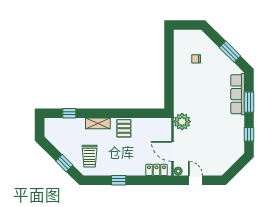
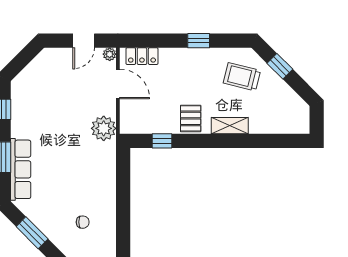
window: (69, 113) -> (162, 141), moved
trolley: (90, 156) -> (242, 77), turned -76
door: (195, 180) -> (84, 41), hinge flipped

